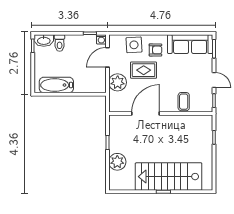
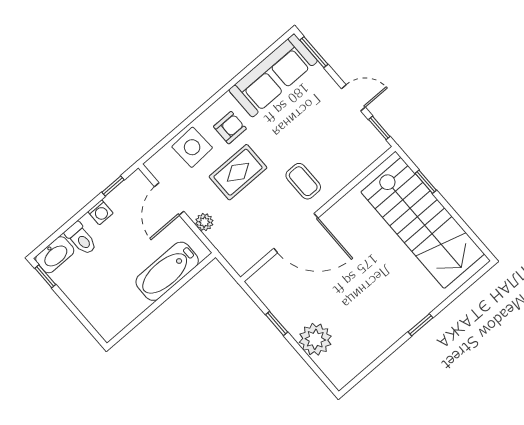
washing machine: (101, 39) -> (100, 212), moved
plant: (118, 82) -> (204, 222), width x0.53, depth x0.53
bathtub: (56, 85) -> (167, 271), moved
coffee table: (184, 102) -> (303, 181), moved
door: (146, 114) -> (296, 233), swing flipped
stairs: (169, 177) -> (423, 223), moved, turned -90

